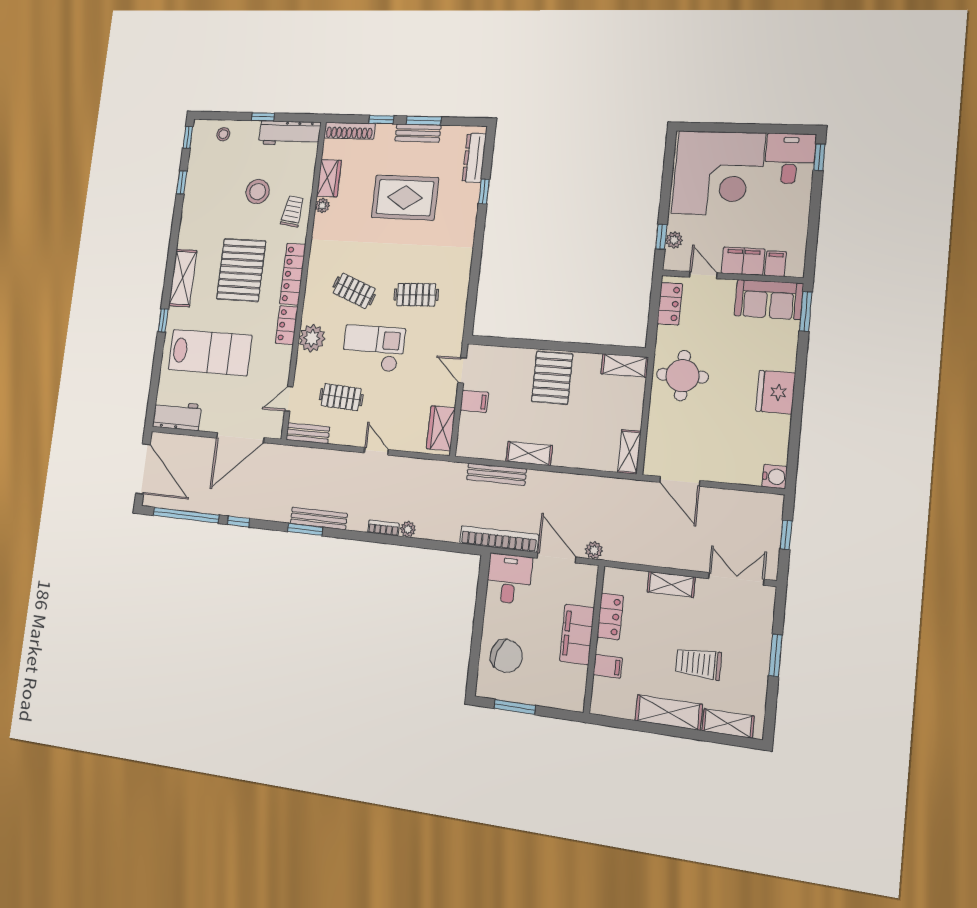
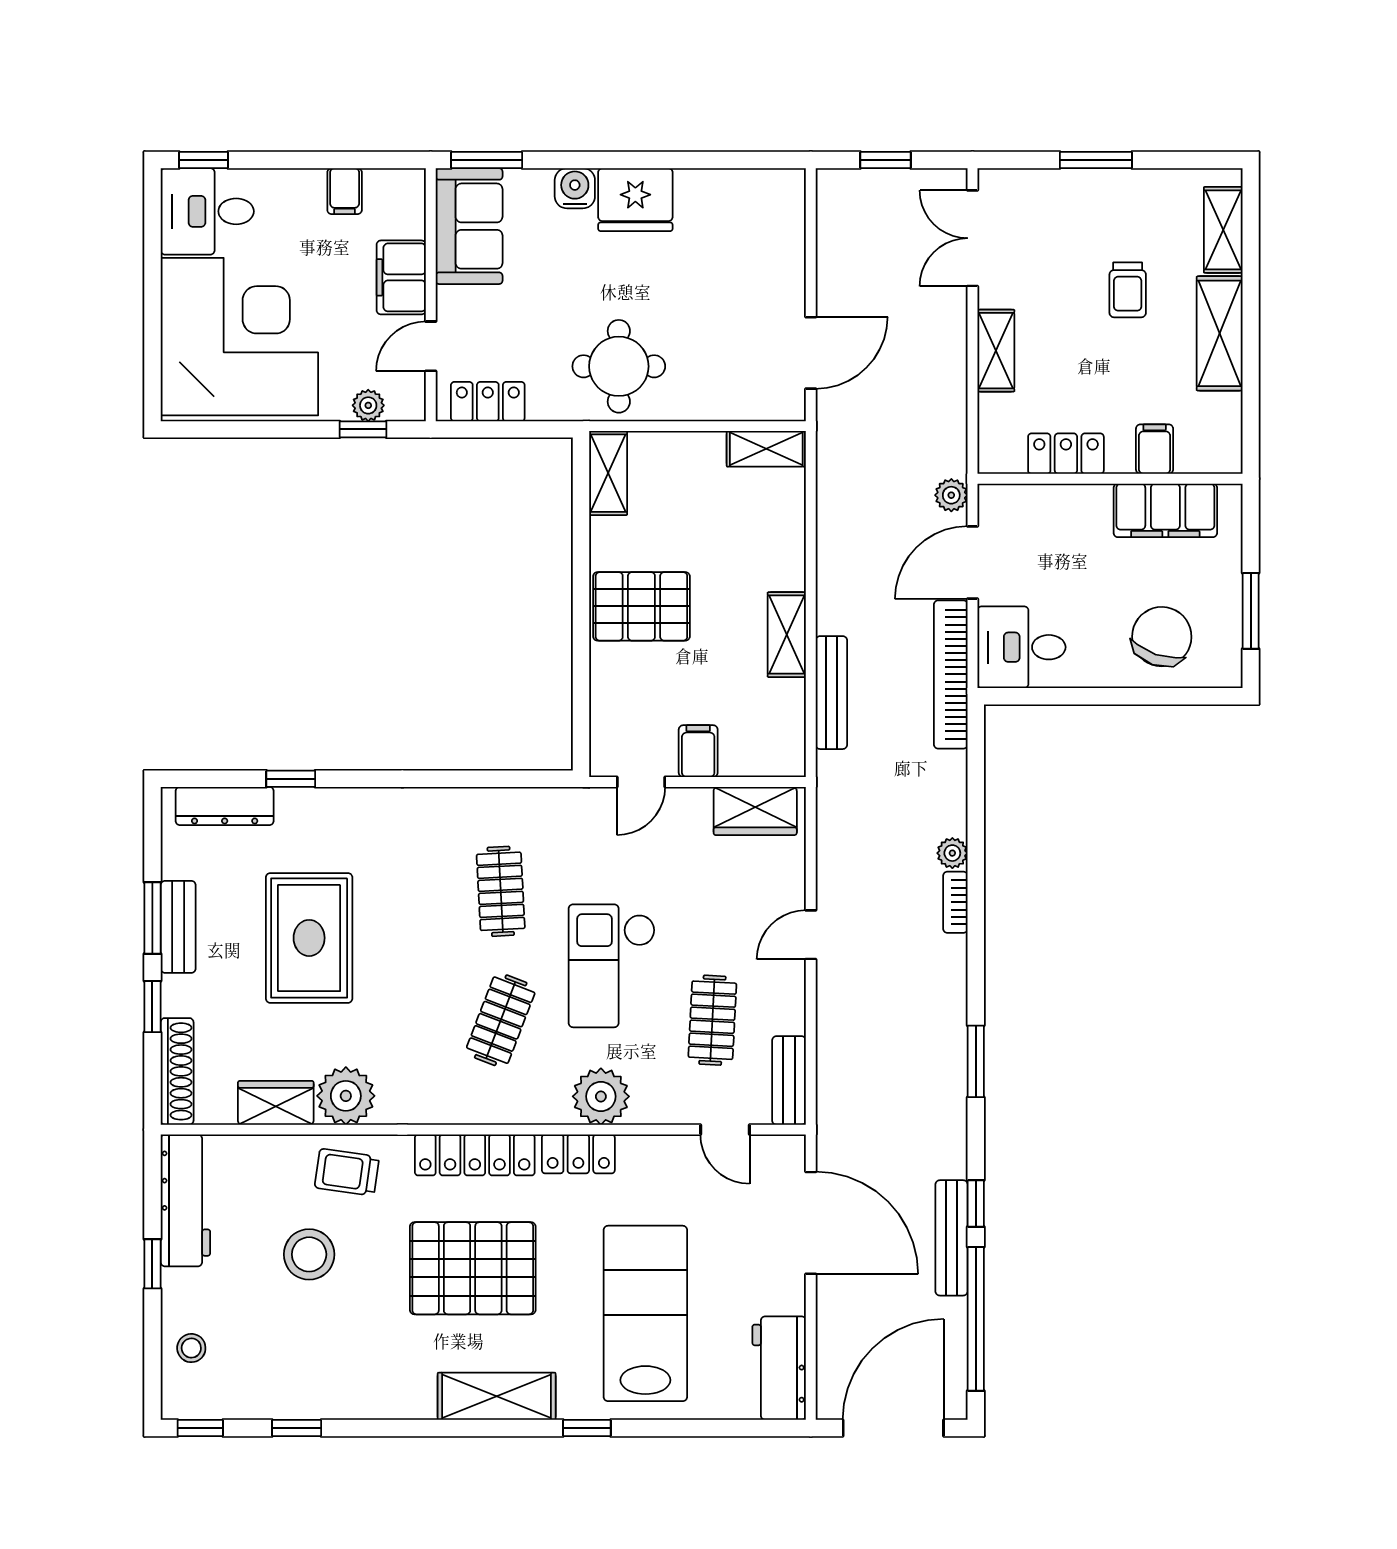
plant: (322, 206) -> (346, 1096), width x1.88, depth x1.88
filing cabinet: (775, 264) -> (345, 191), moved, turned -90
water cooler: (775, 477) -> (575, 188), moved
bench: (319, 518) -> (951, 1238), moved
filing cabinet: (577, 634) -> (1165, 510), moved
trolley: (698, 663) -> (1128, 290), width x0.73, depth x0.72

